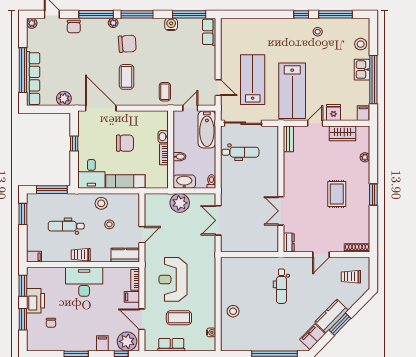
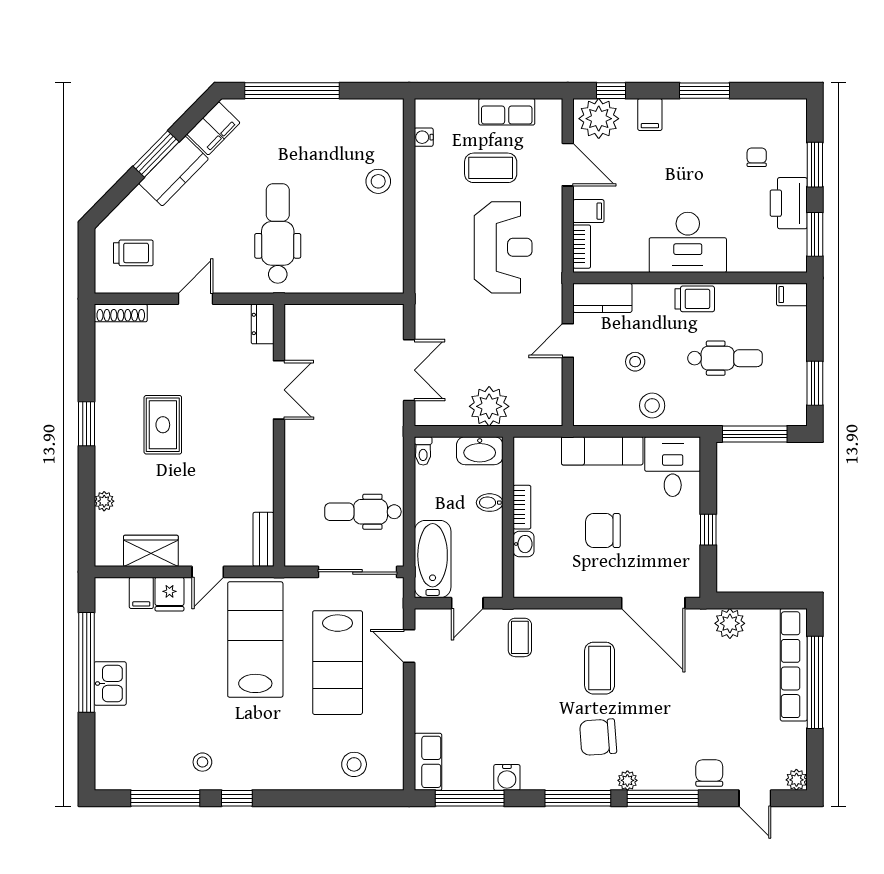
stool: (361, 44) -> (354, 764), moved
filing cabinet: (363, 113) -> (141, 593), moved
dental chair: (281, 286) -> (278, 233), width x1.36, depth x1.38

